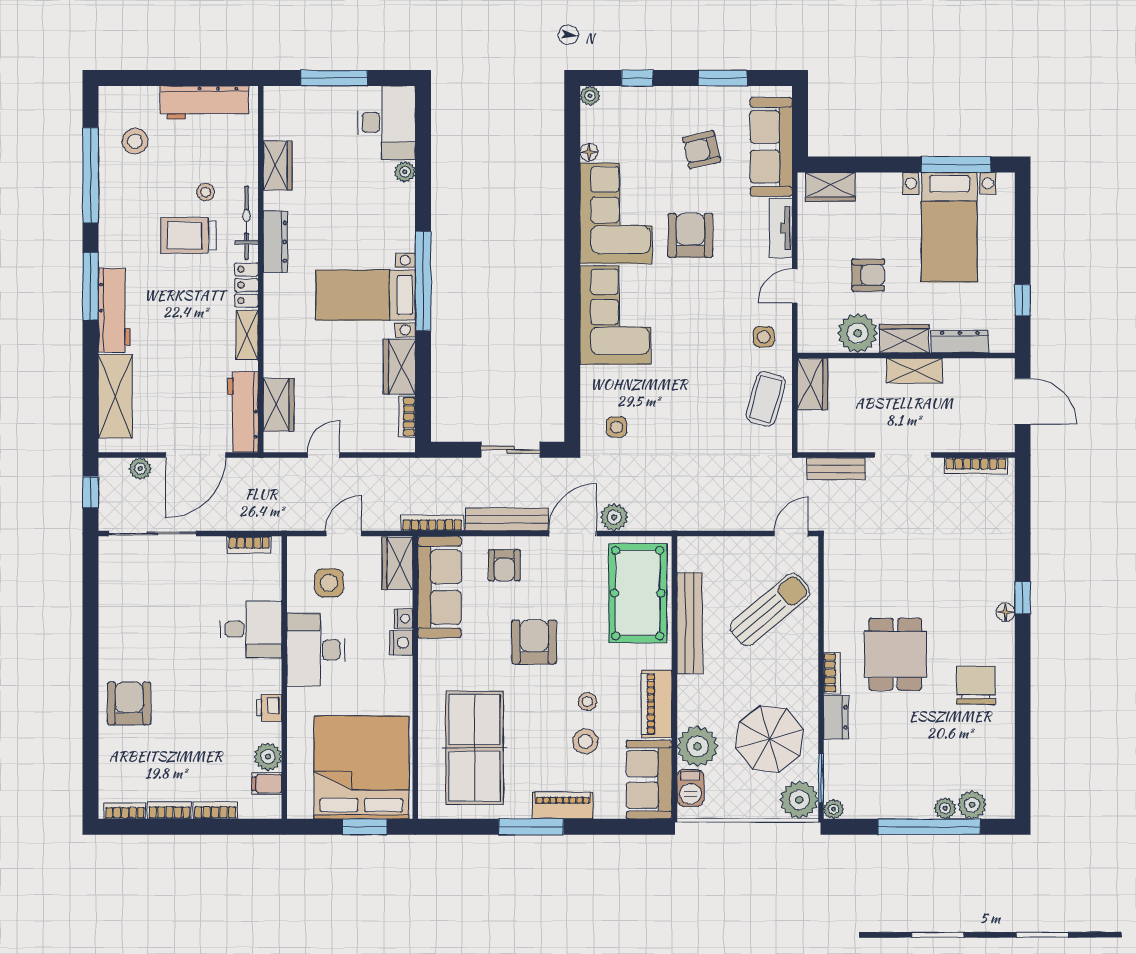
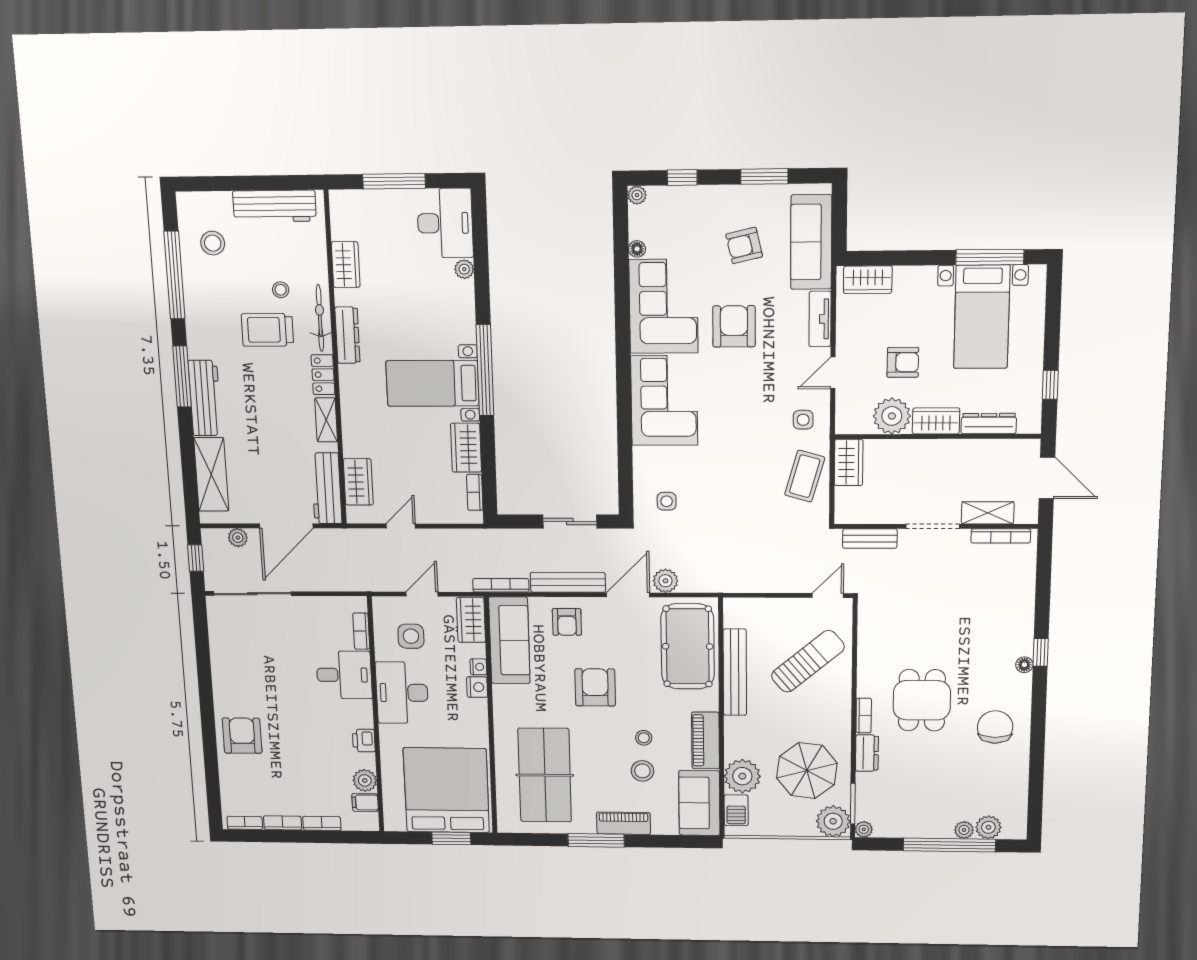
shelving: (914, 371) -> (988, 513), moved
bookcase: (249, 545) -> (361, 631), moved, turned 90

